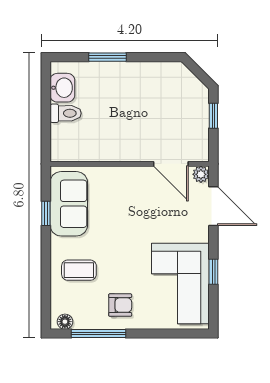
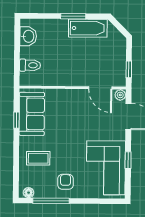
window: (107, 57) -> (73, 16), moved
bathtub: (152, 75) -> (88, 28), added
toilet: (66, 113) -> (30, 65), moved
window: (213, 116) -> (129, 69), moved
armchair: (120, 305) -> (66, 182), turned -90

